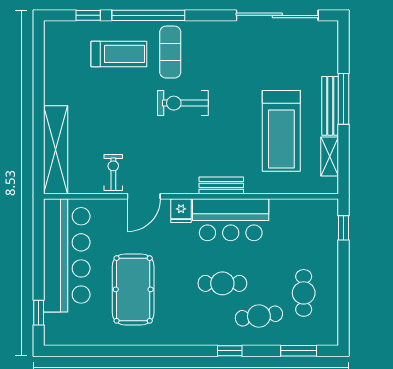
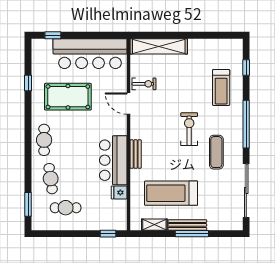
window: (148, 15) -> (246, 124), moved
exercise mat: (170, 52) -> (216, 152), moved, turned 90
fridge: (181, 211) -> (119, 193), moved
cafe table: (222, 283) -> (44, 140), moved
window: (230, 351) -> (28, 83), moved

